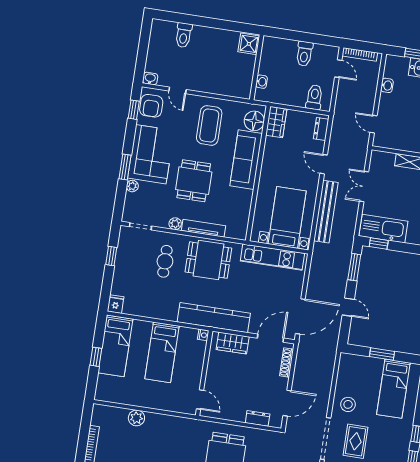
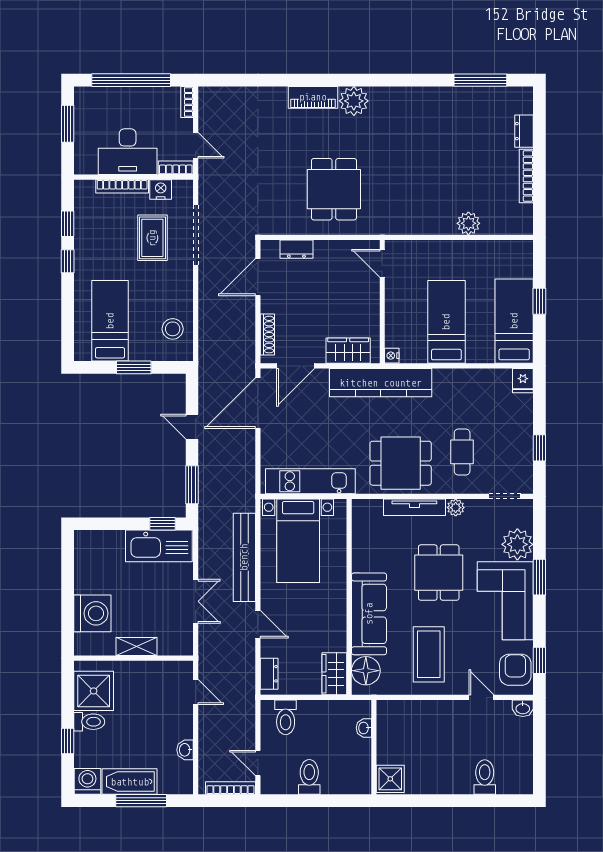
plant: (132, 186) -> (517, 544), width x1.88, depth x1.88
stool: (348, 404) -> (173, 329), moved

